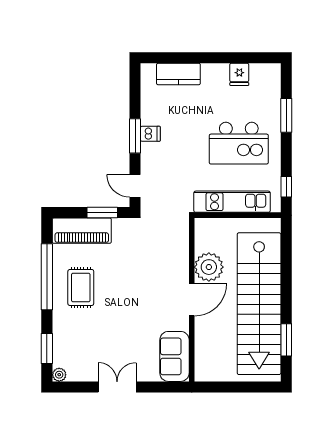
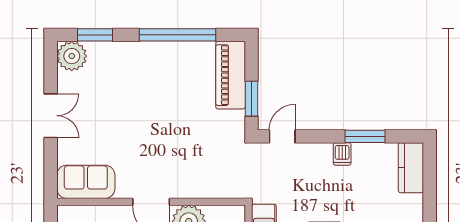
kitchen counter: (178, 74) -> (411, 168), moved
window: (135, 136) -> (365, 136), moved
rug: (81, 287) -> (165, 74), removed
plant: (59, 375) -> (72, 56), width x1.88, depth x1.88

